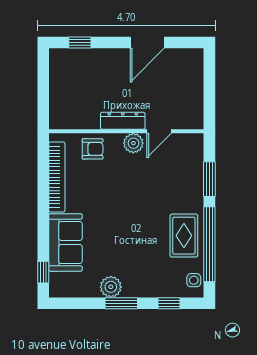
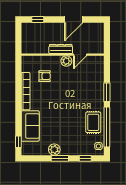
dresser: (123, 121) -> (61, 49), moved
wall: (126, 131) -> (63, 55), moved
door: (159, 131) -> (80, 55), moved
plant: (133, 143) -> (66, 61), moved

